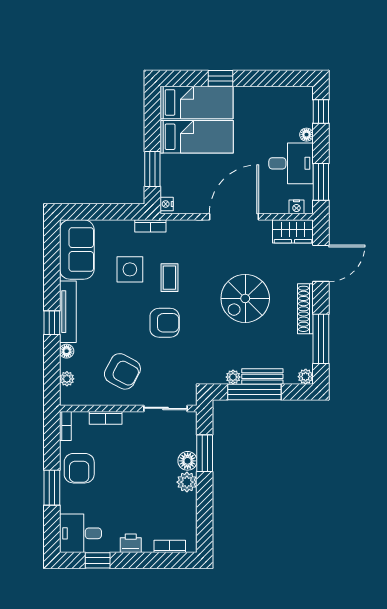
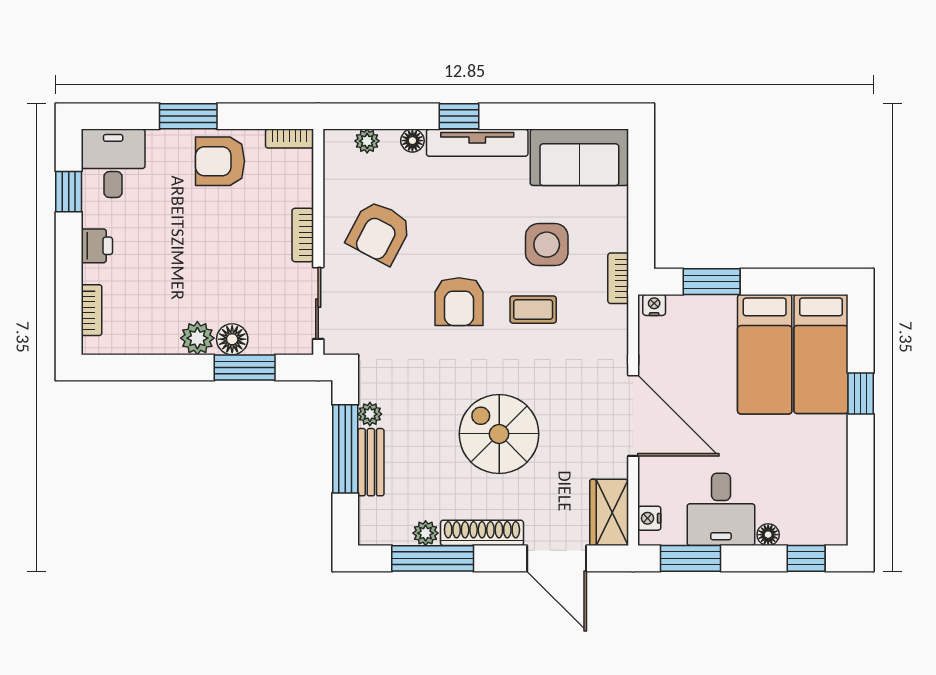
plant: (306, 377) -> (426, 533), moved
bookcase: (106, 418) -> (303, 235), moved

